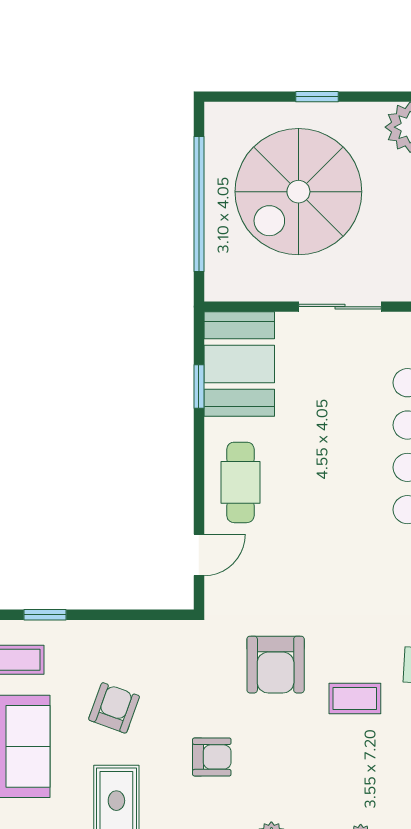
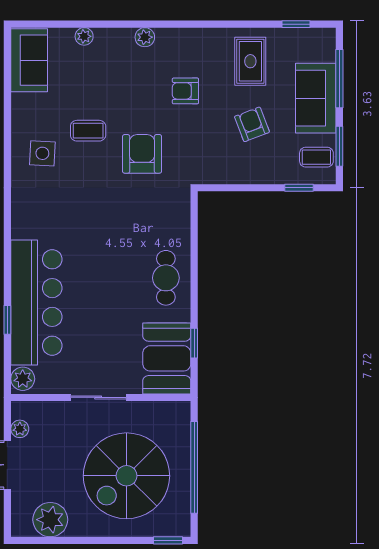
window: (317, 97) -> (168, 540), moved
spiral stairs: (298, 192) -> (126, 476), turned 180
door: (199, 555) -> (194, 229), removed
armchair: (114, 708) -> (252, 124), turned 139

